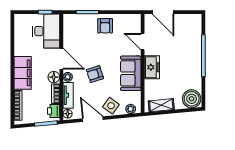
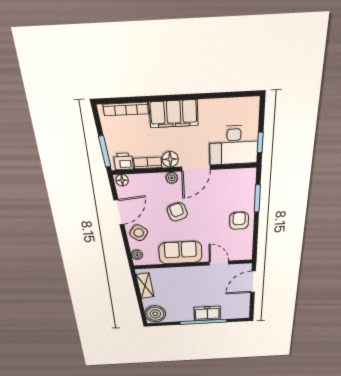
armchair: (105, 26) -> (239, 221), turned 90
door: (143, 42) -> (219, 263), hinge flipped
freezer: (152, 67) -> (207, 313), moved, turned 180
tv unit: (68, 95) -> (147, 180), removed

